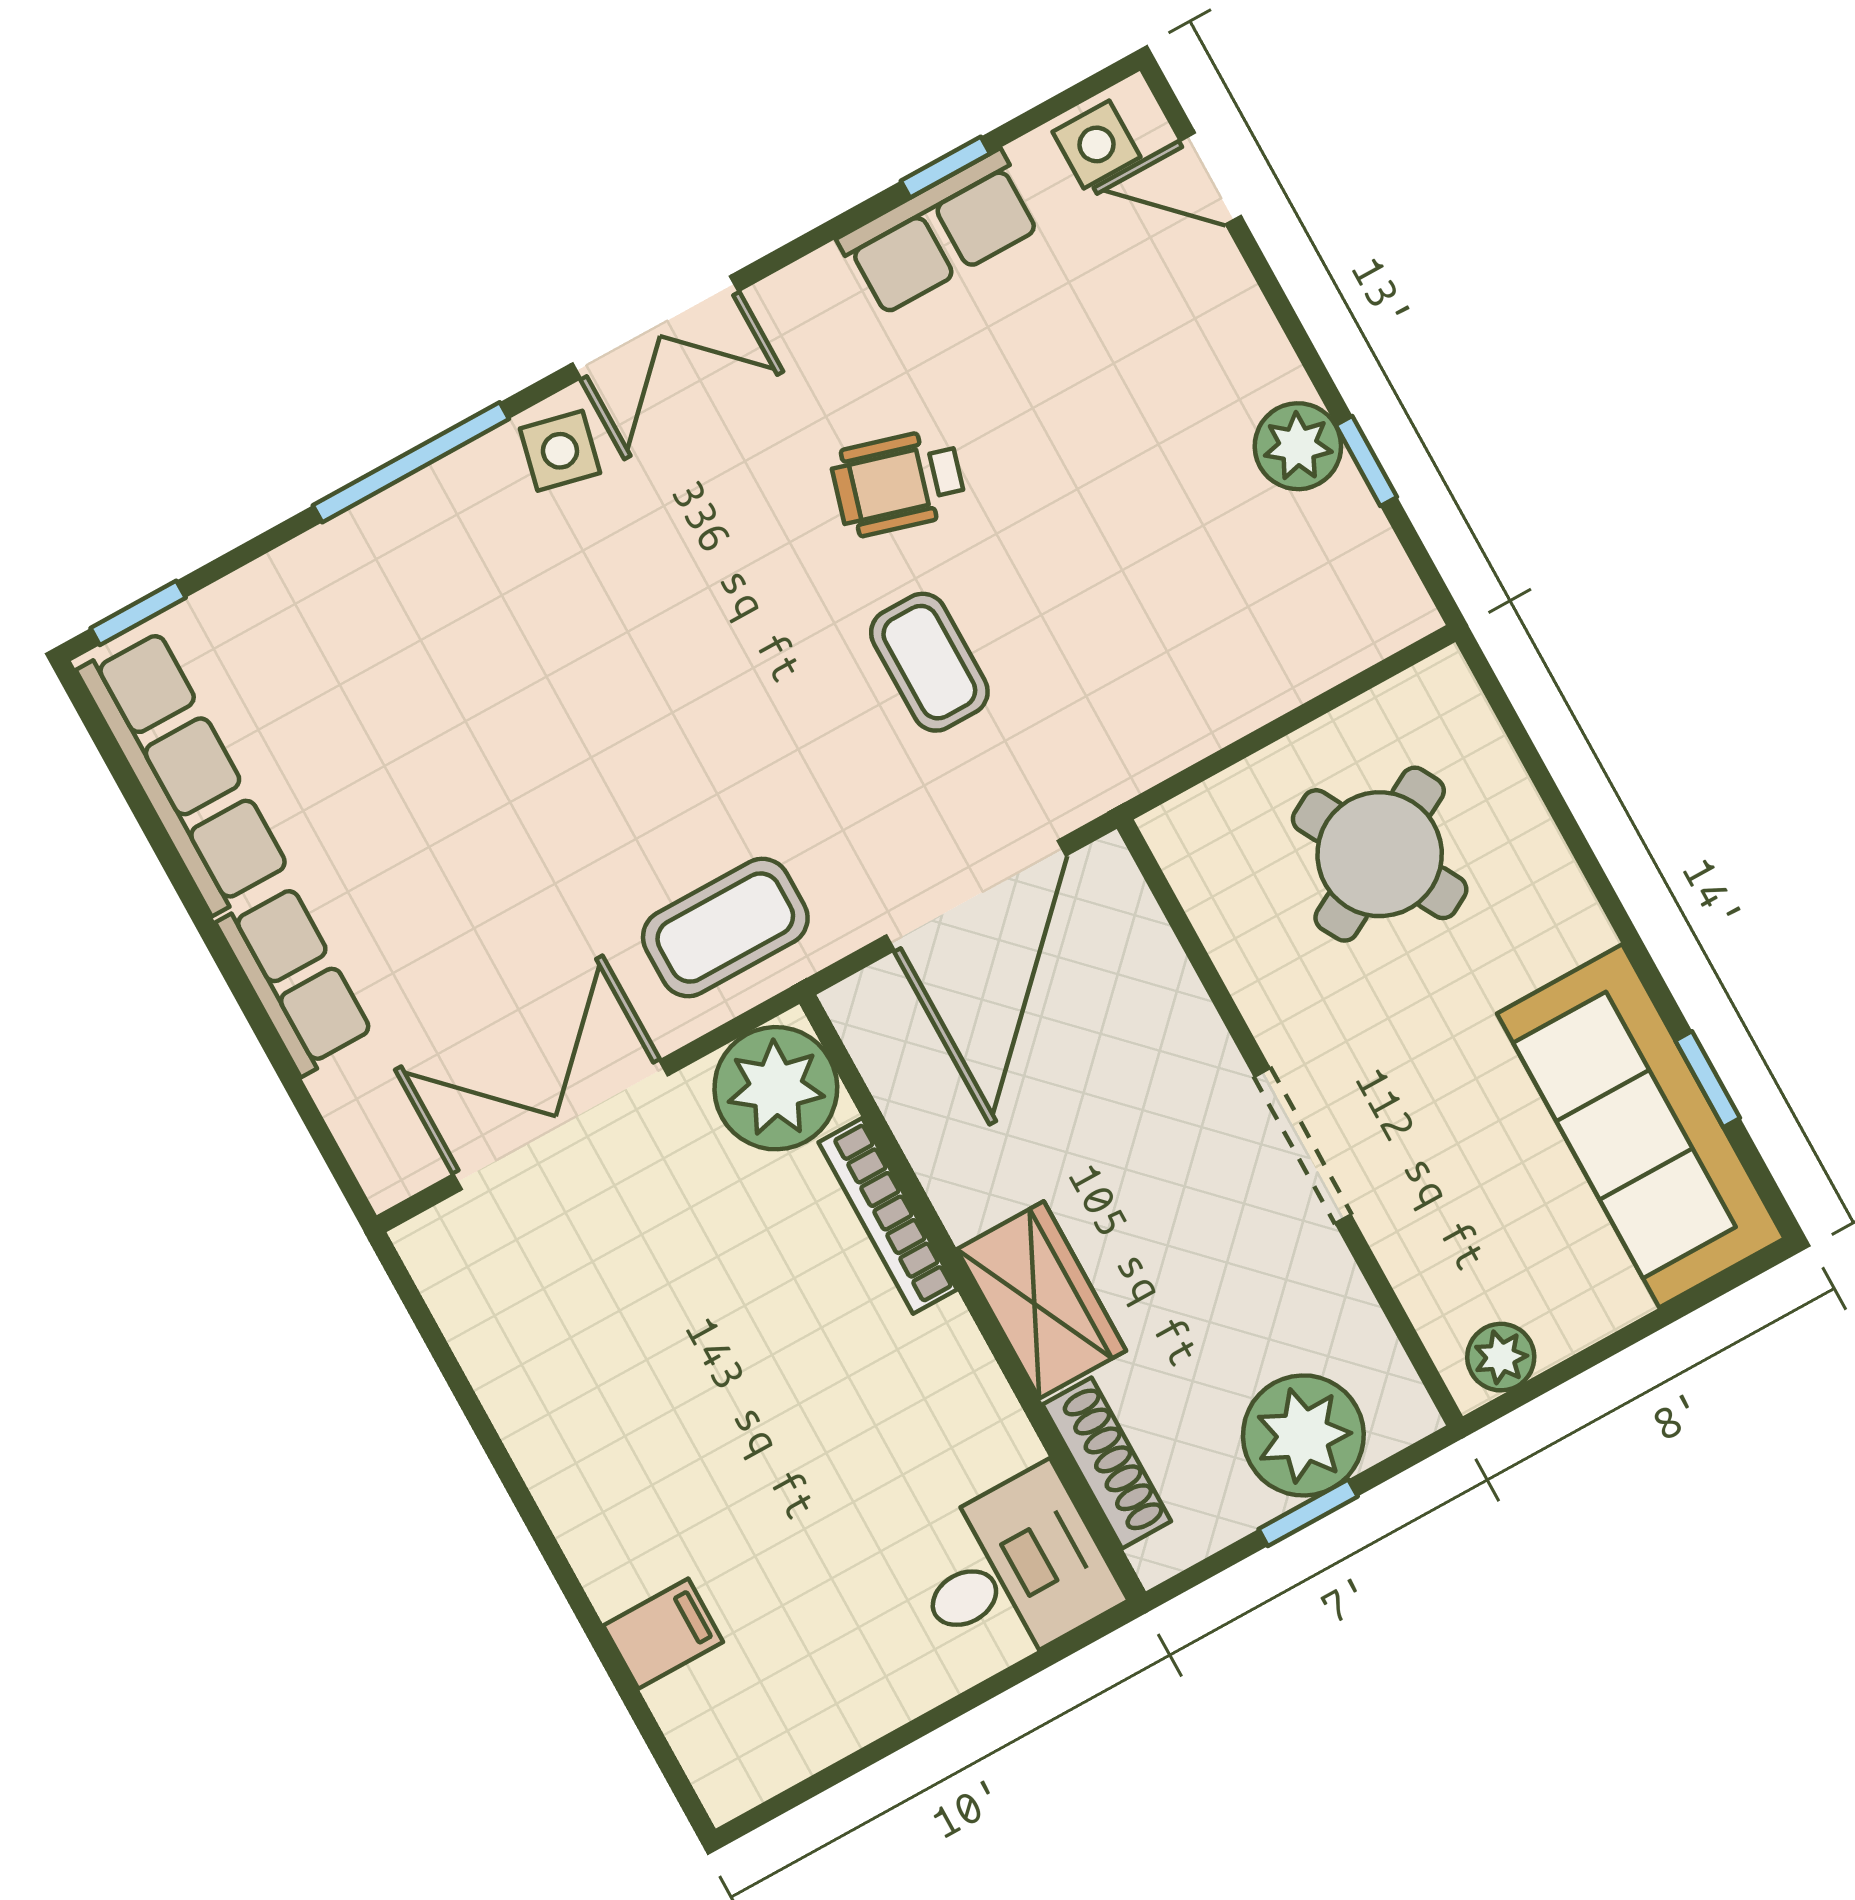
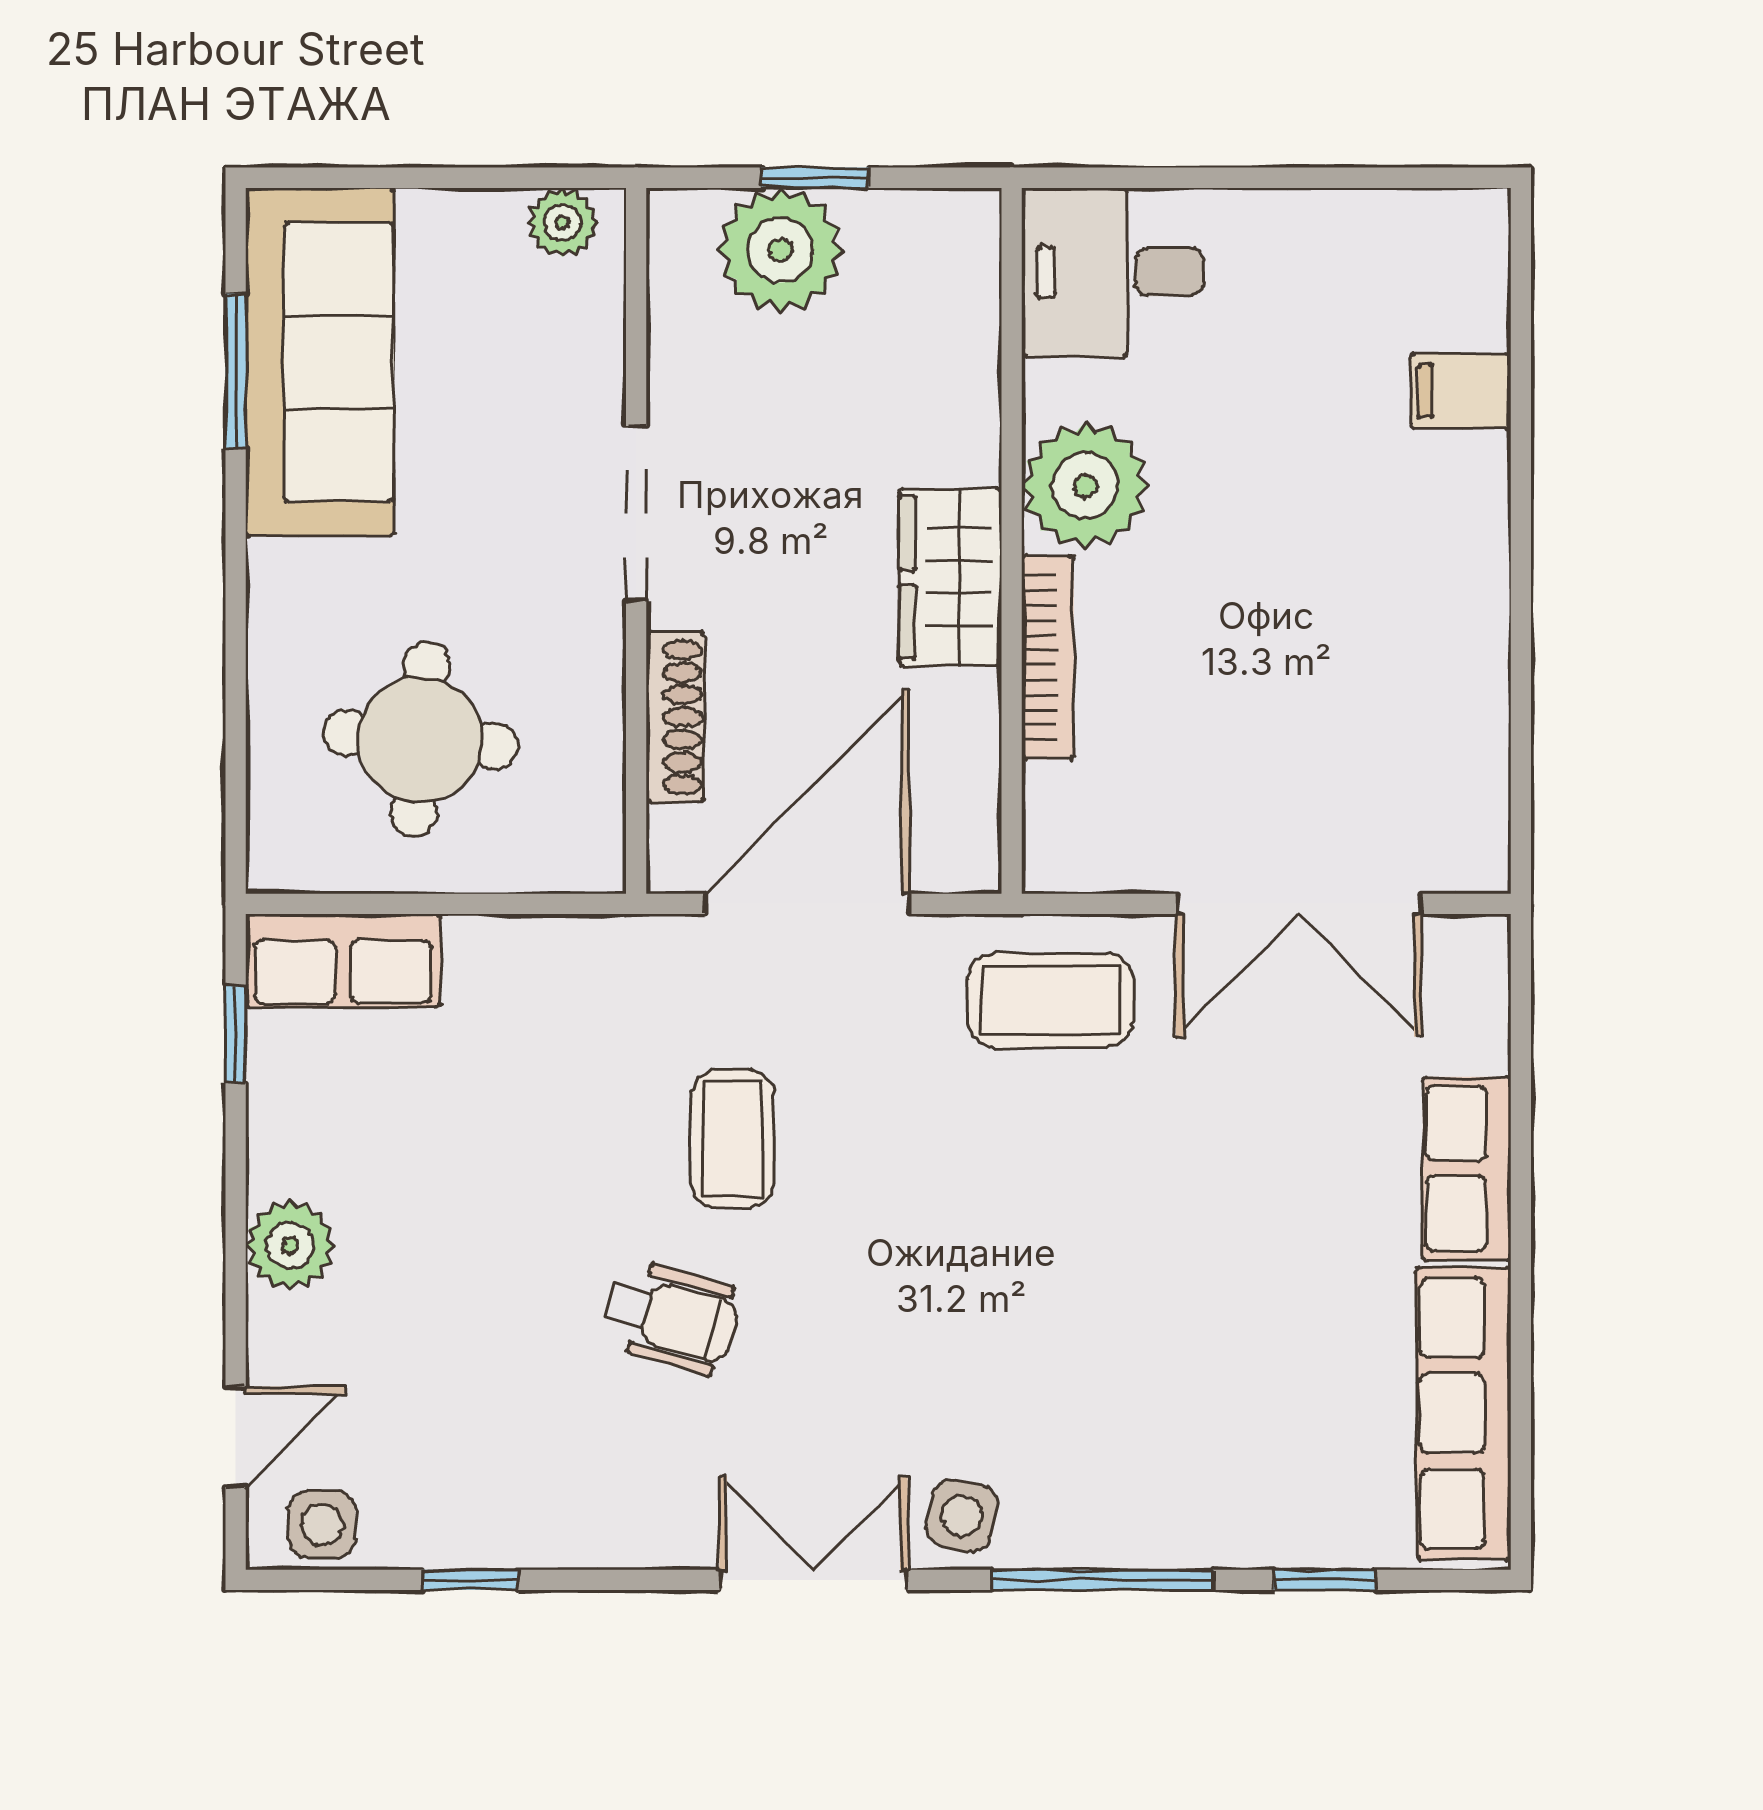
door: (1210, 179) -> (236, 1437), hinge flipped
row of seats: (940, 233) -> (343, 961), moved, turned 180
plant: (1298, 446) -> (290, 1246), moved
window: (1366, 461) -> (236, 1034), moved
window: (138, 613) -> (1325, 1580), moved
round table: (1380, 854) -> (420, 739), turned 34
window: (1708, 1079) -> (236, 371), width x1.50
plant: (776, 1088) -> (1085, 486), moved
wardrobe: (1041, 1300) -> (950, 578), moved
shoe rack: (1107, 1463) -> (675, 717), moved, turned 180

